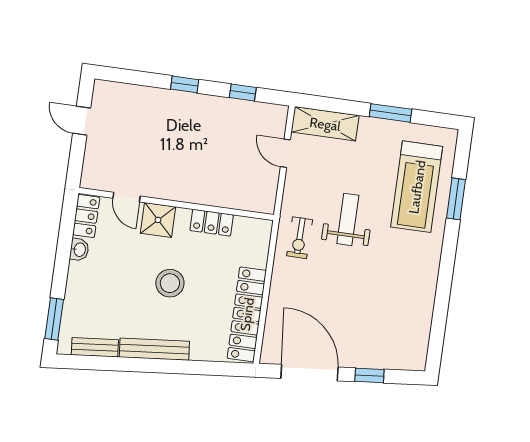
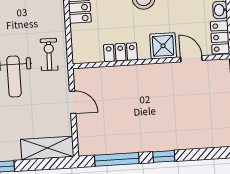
window: (243, 92) -> (117, 159), width x2.17
door: (285, 153) -> (73, 102), moved

